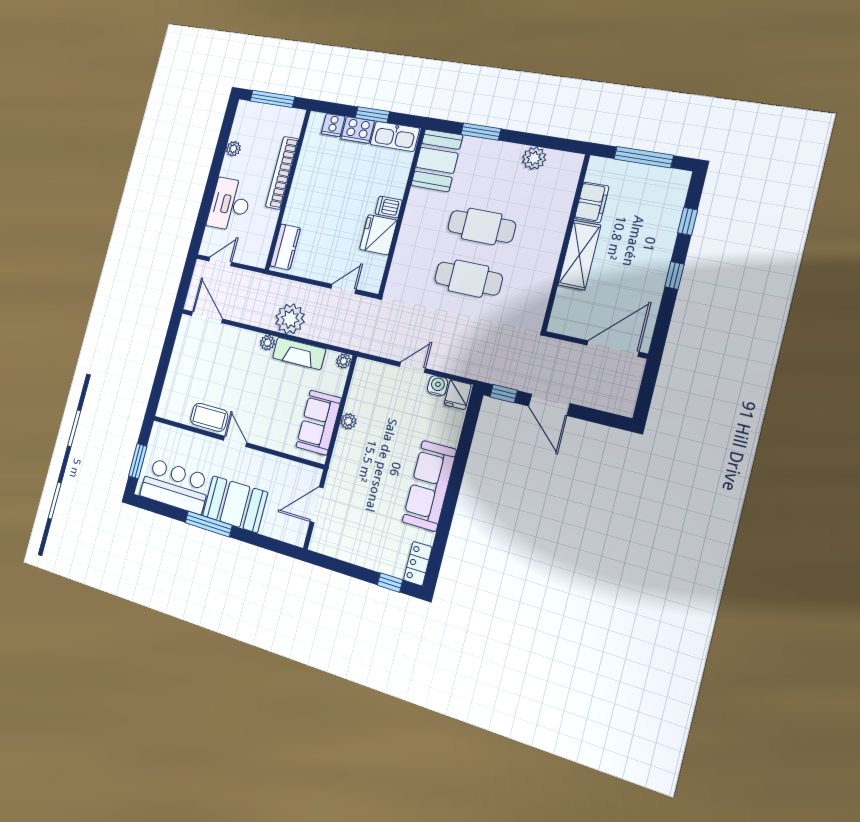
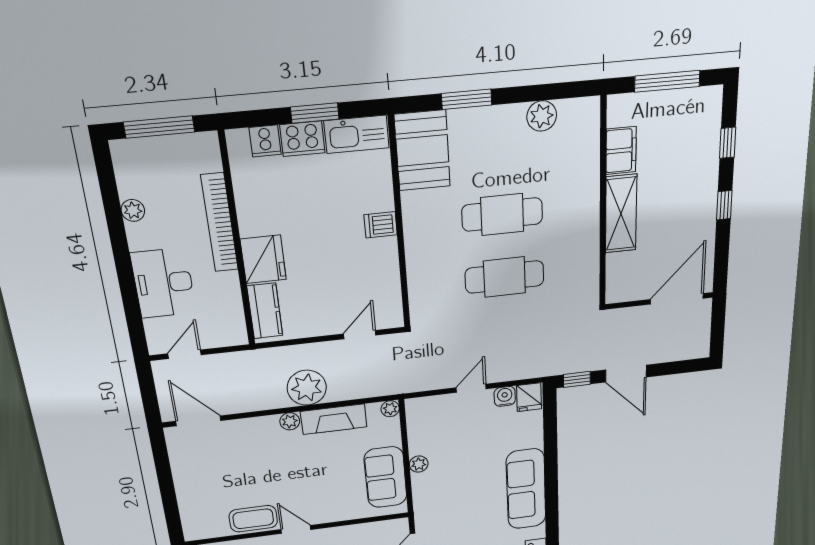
fridge: (378, 235) -> (263, 259), moved, turned 180

